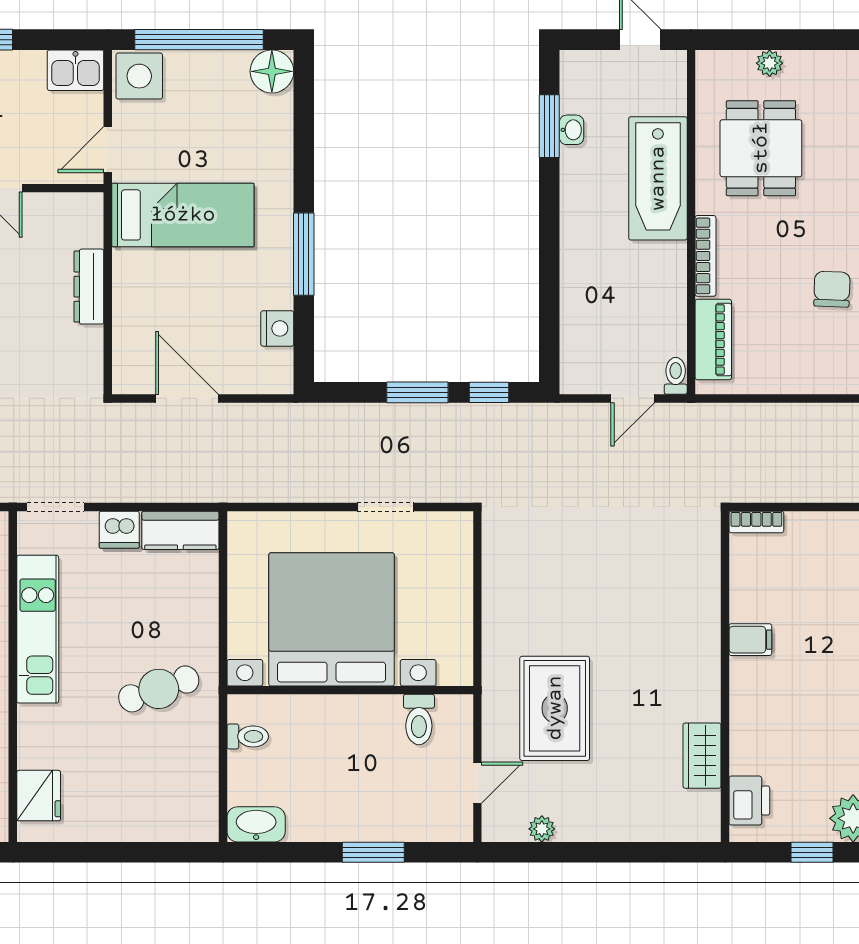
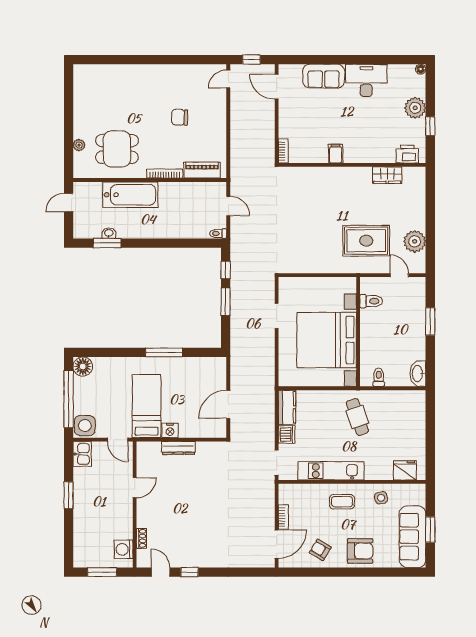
nightstand: (277, 328) -> (170, 431), moved, turned 180
toilet: (676, 376) -> (218, 233), moved
plant: (542, 829) -> (415, 241), width x1.88, depth x1.88

